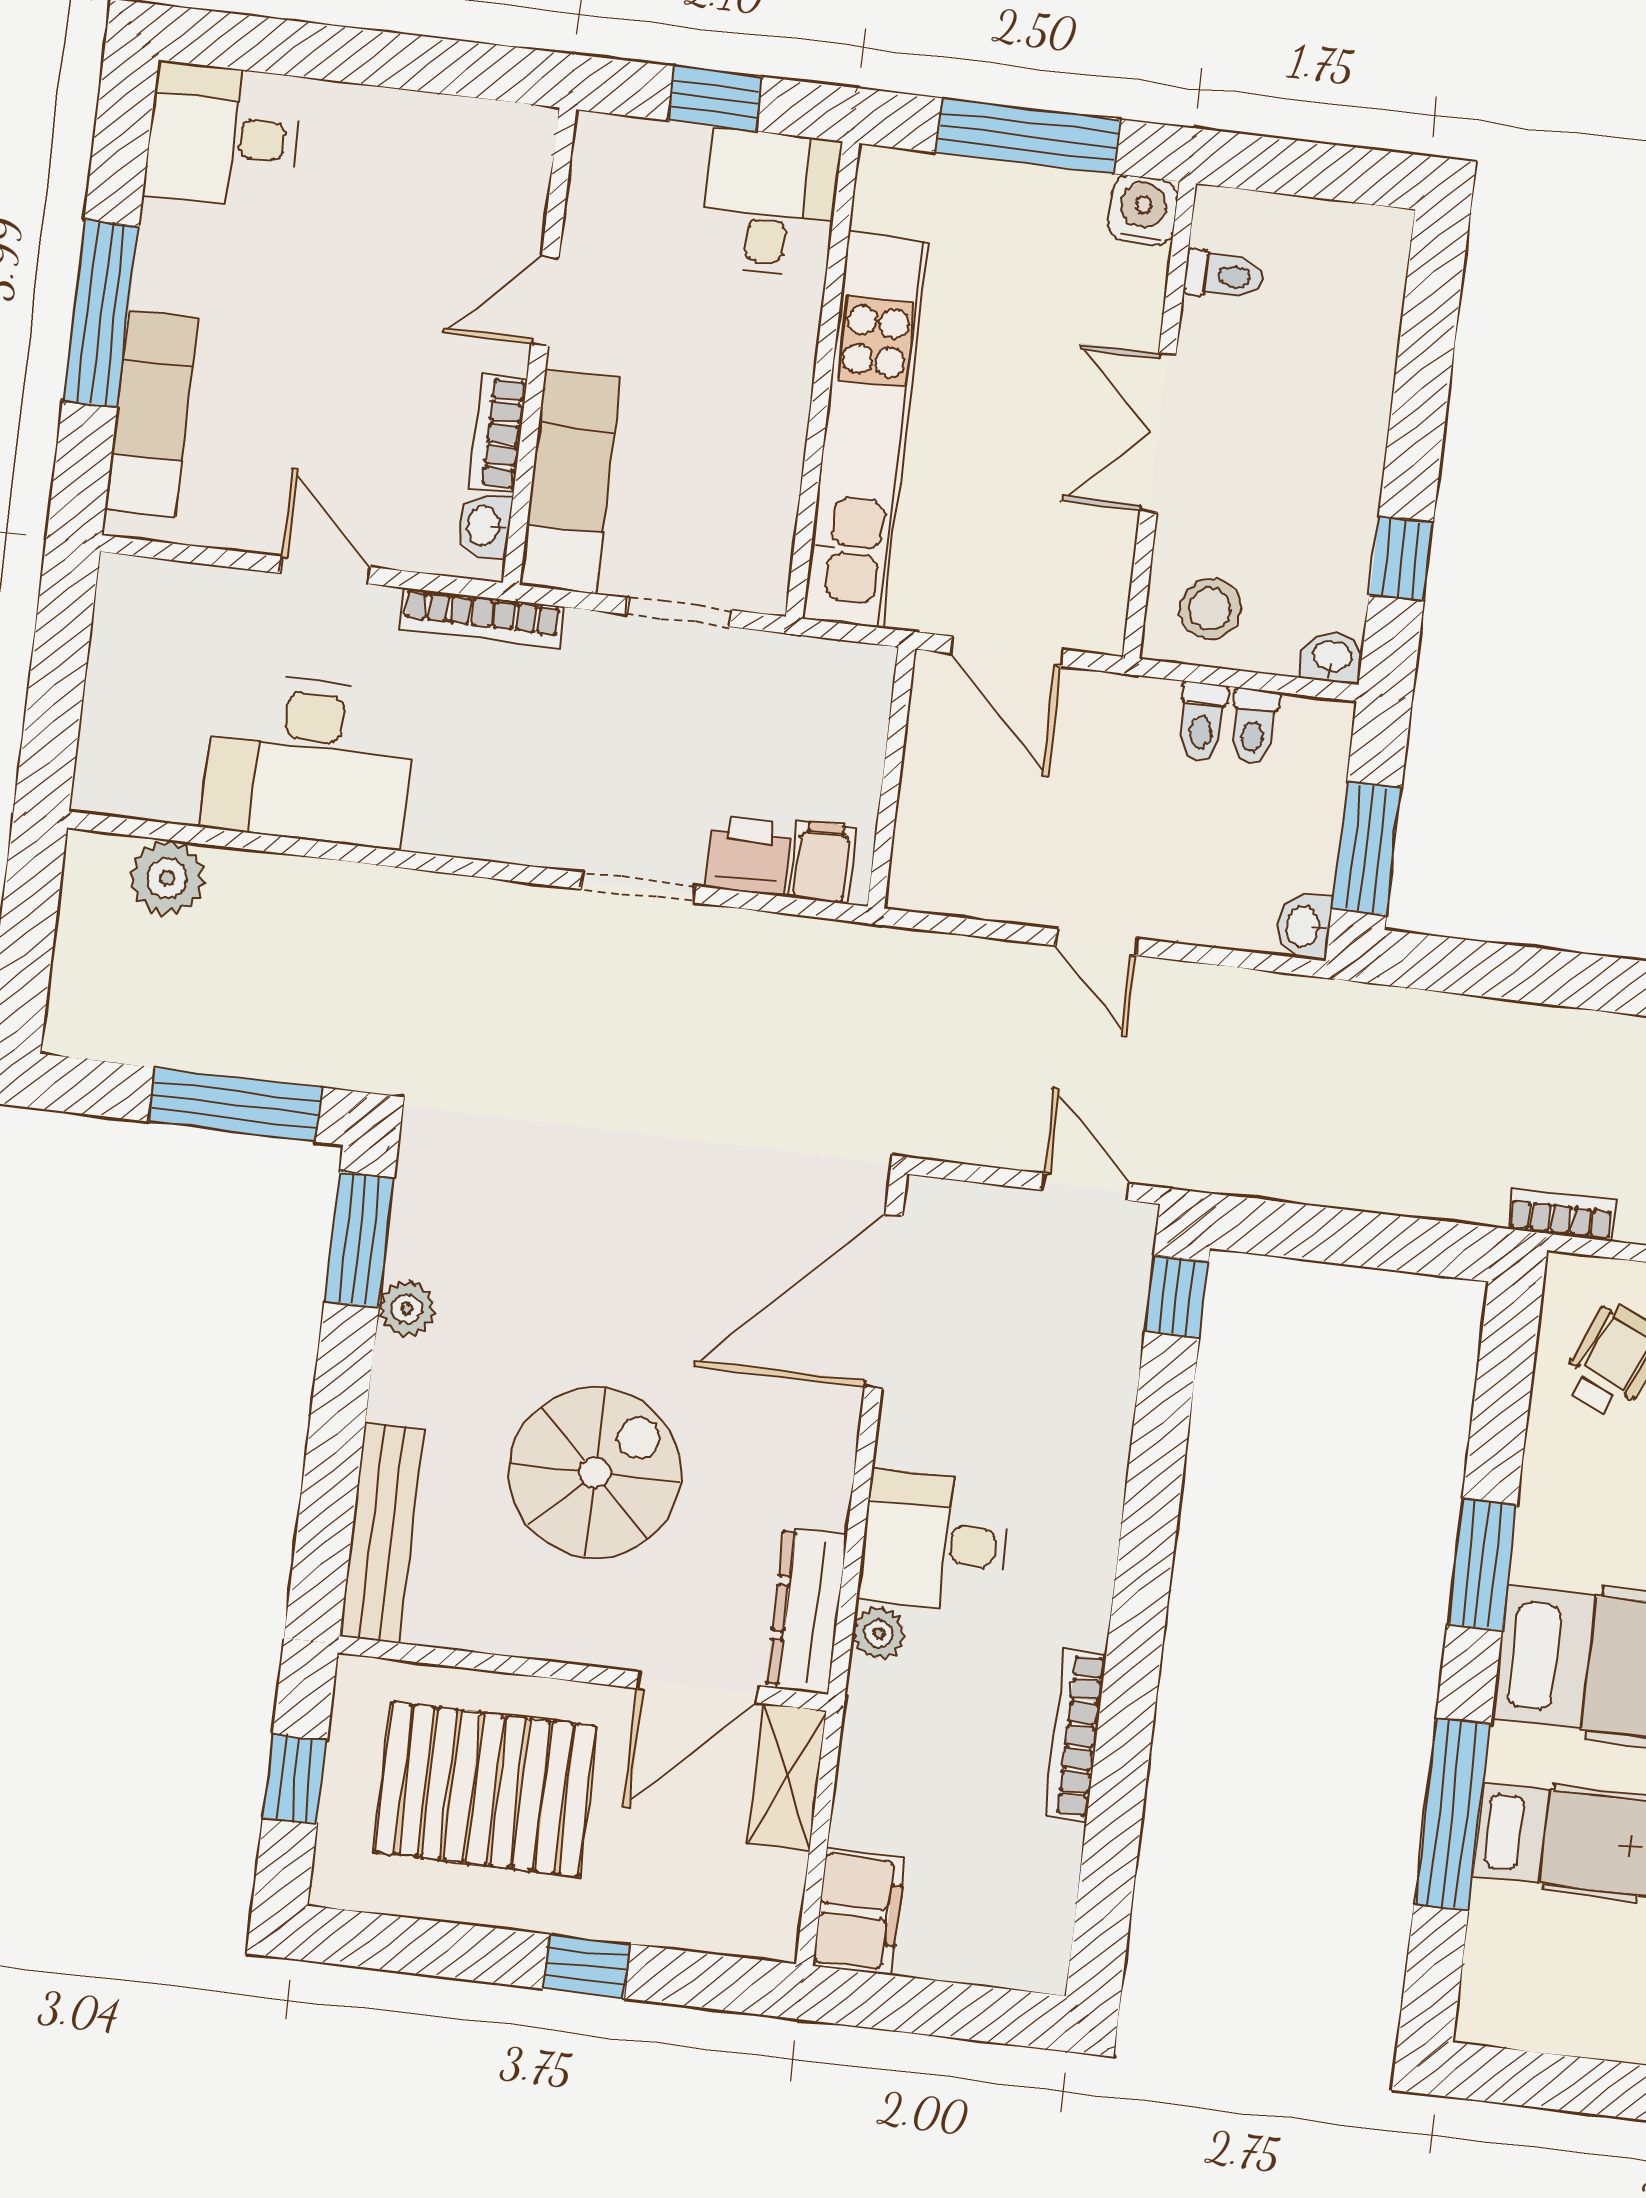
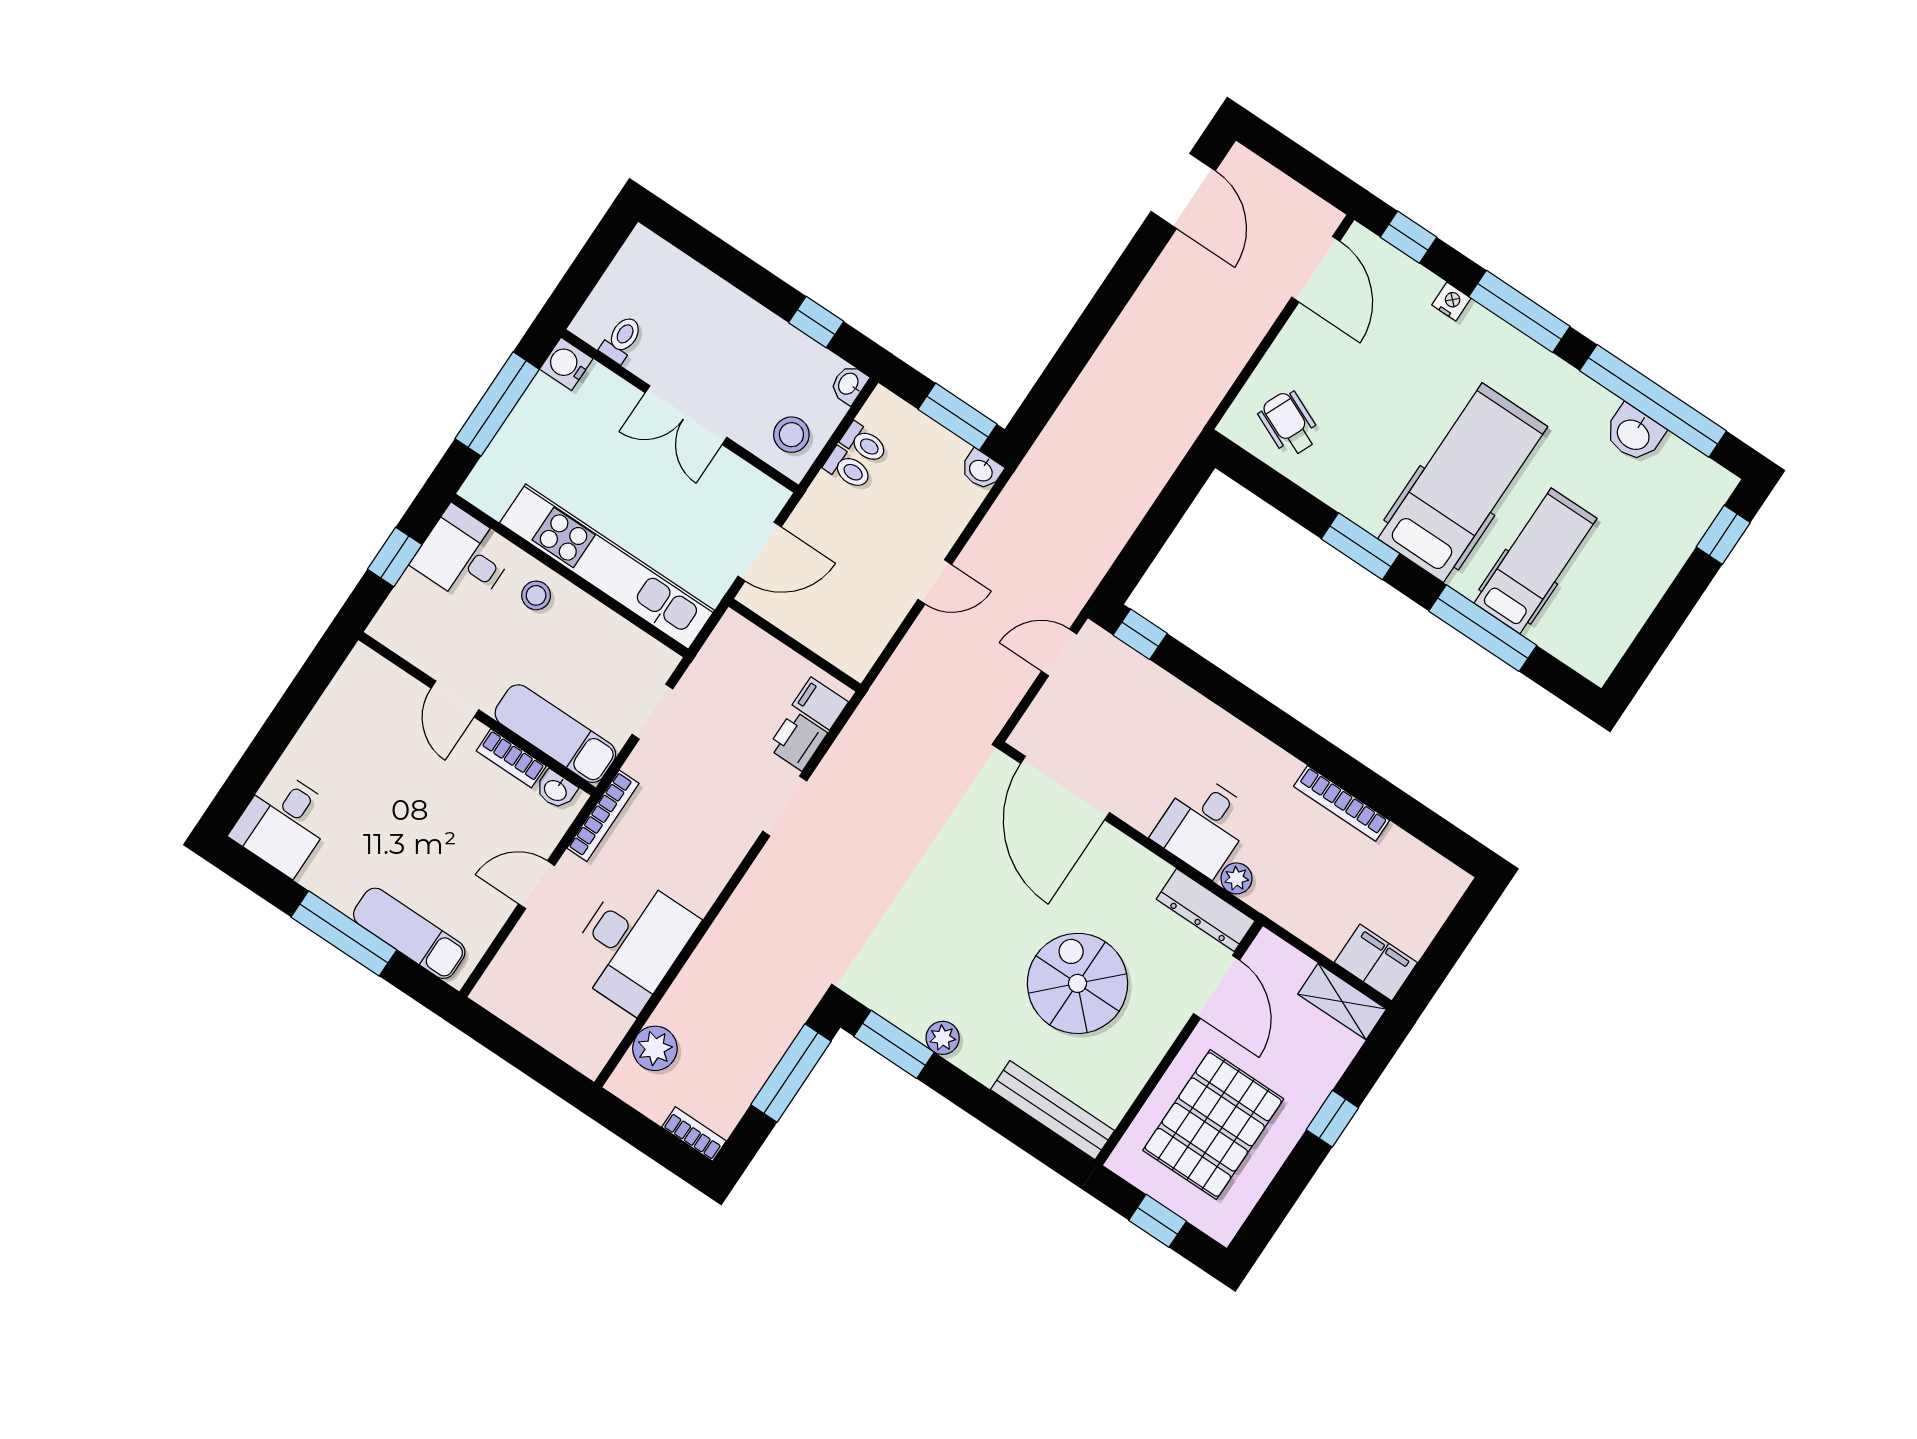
stool: (766, 344) -> (536, 595), added
bookcase: (1562, 1214) -> (694, 1134), moved, turned 90
shelving: (787, 1777) -> (1342, 1002), moved

